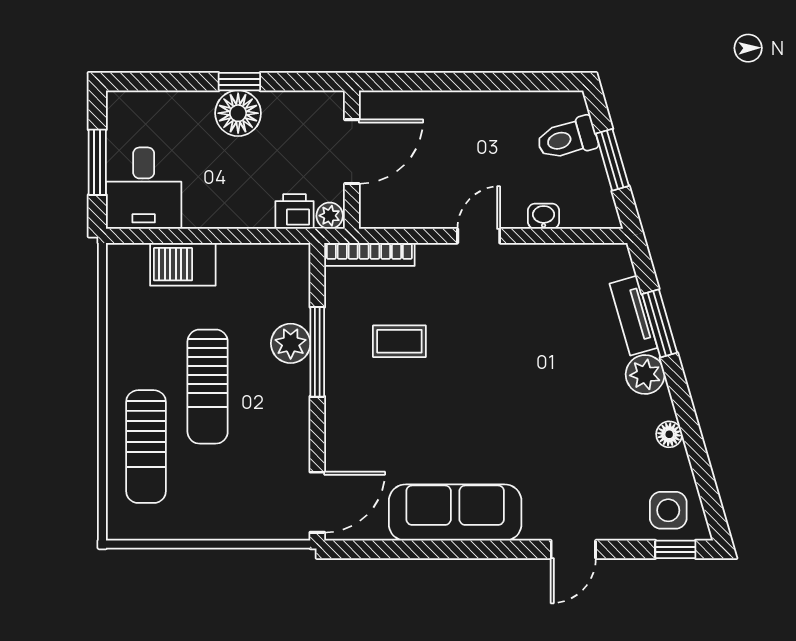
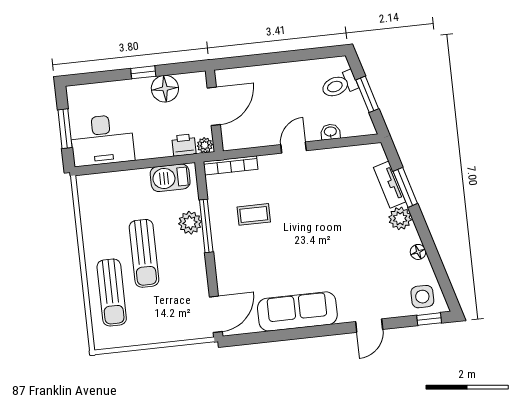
floor lamp: (238, 113) -> (165, 89), moved
desk: (144, 188) -> (102, 140), width x1.37
barbecue: (183, 264) -> (170, 178), moved

